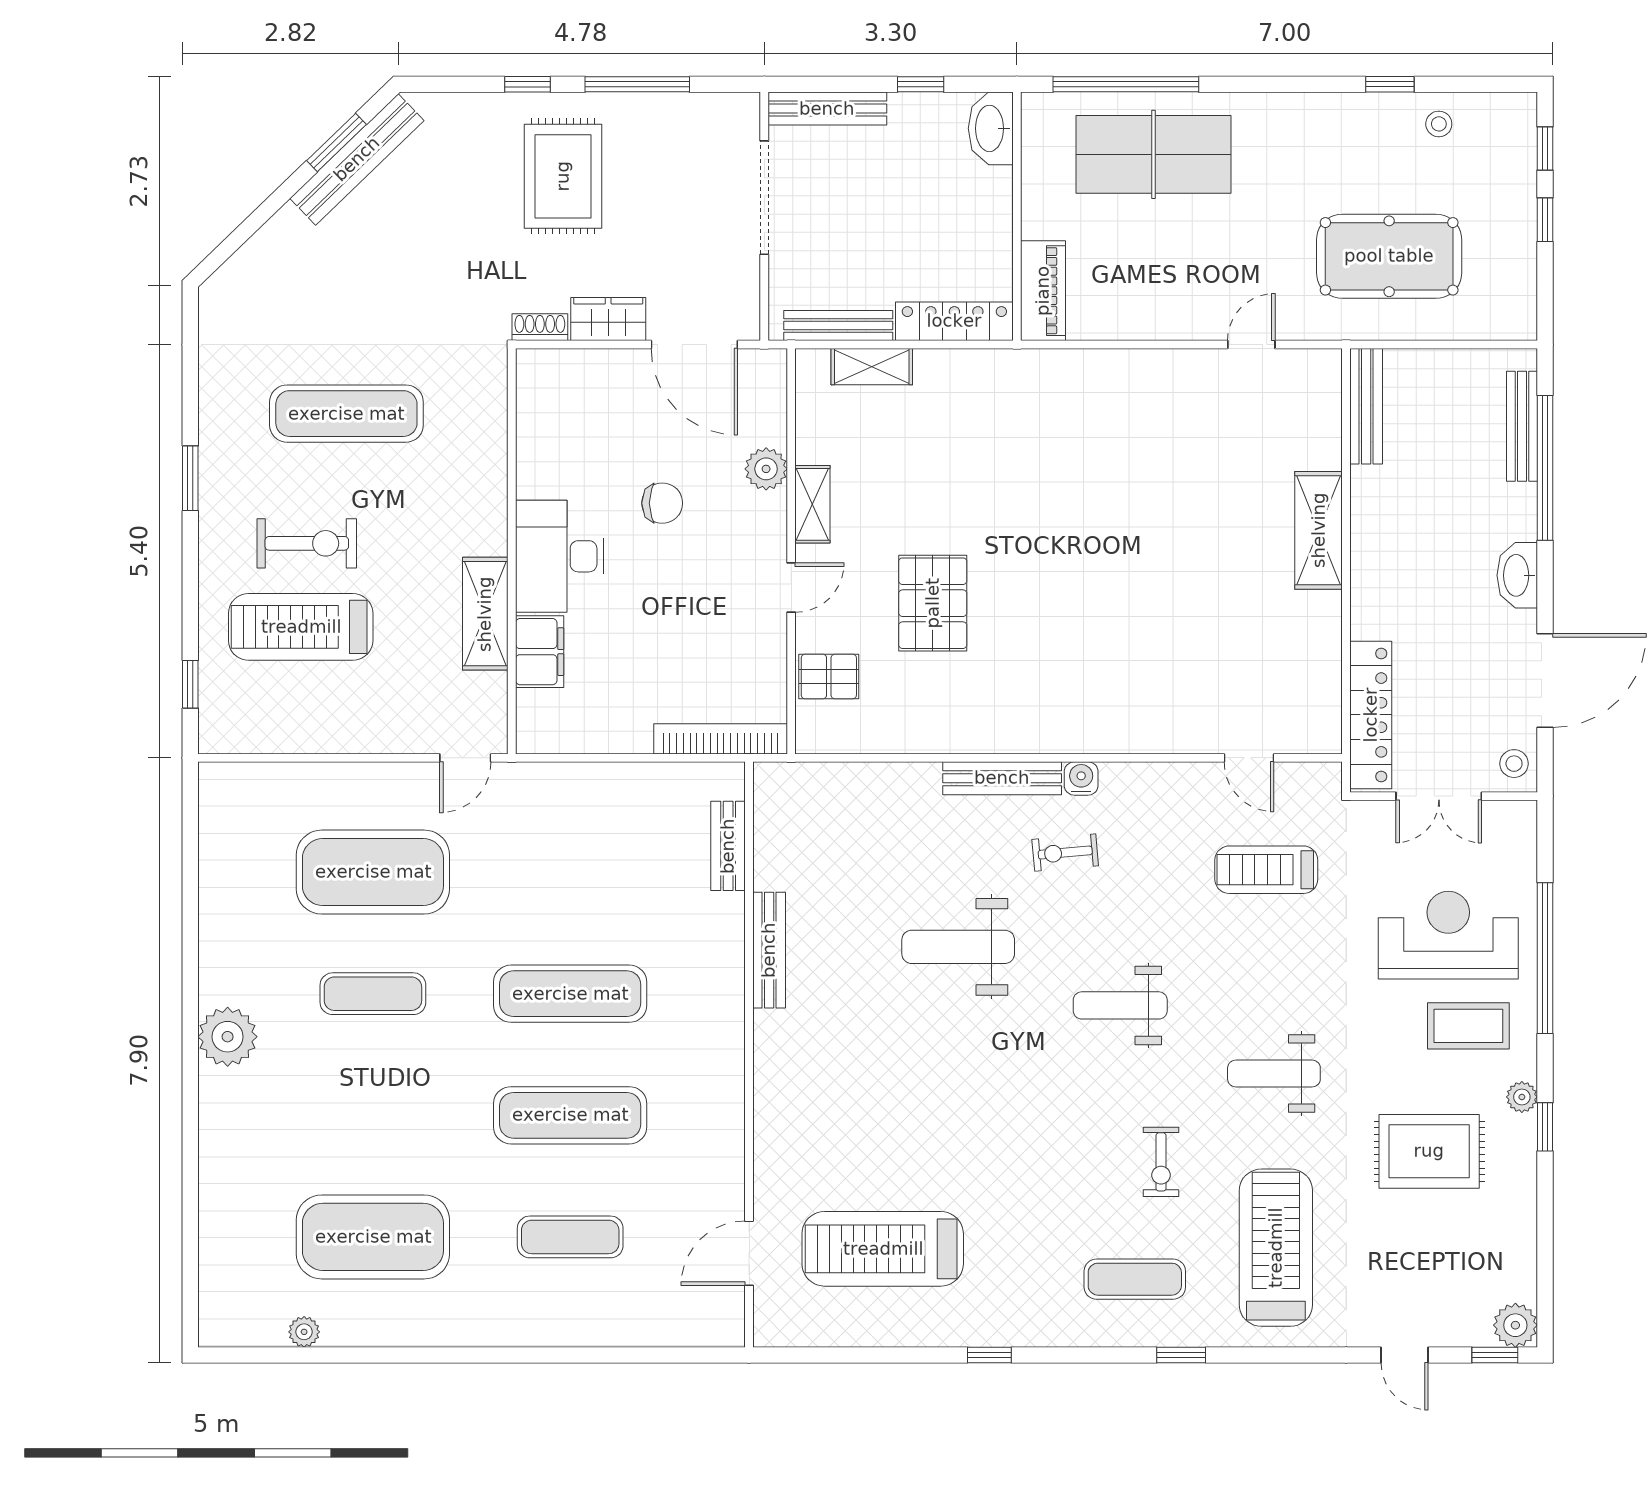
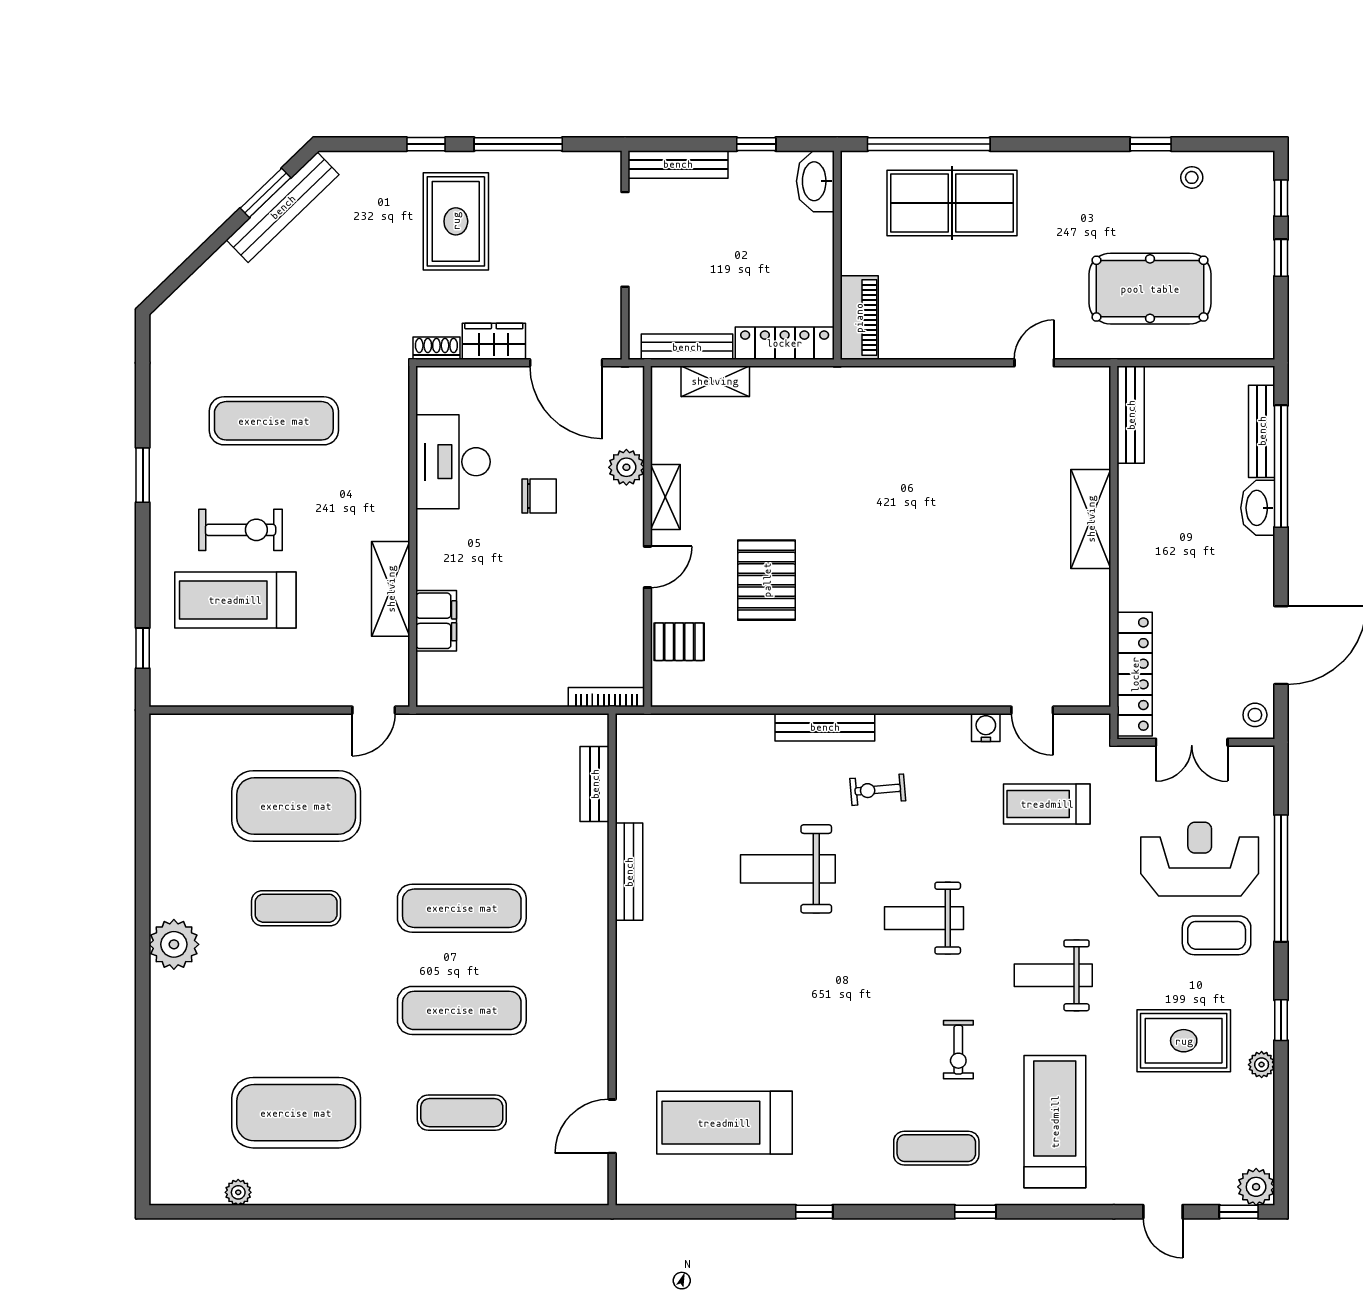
desk: (560, 556) -> (453, 462), moved
washbasin: (1517, 575) -> (1258, 508), moved
bookcase: (721, 739) -> (606, 697), width x0.68, depth x0.76
water cooler: (1081, 778) -> (986, 727), moved
plant: (1522, 1097) -> (1262, 1065), moved

